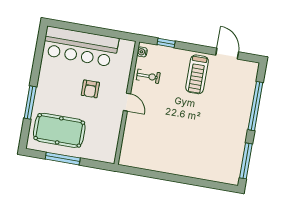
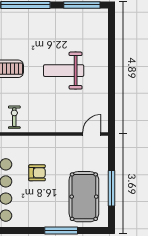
door: (127, 102) -> (92, 134), moved
weight bench: (185, 132) -> (64, 71), added

